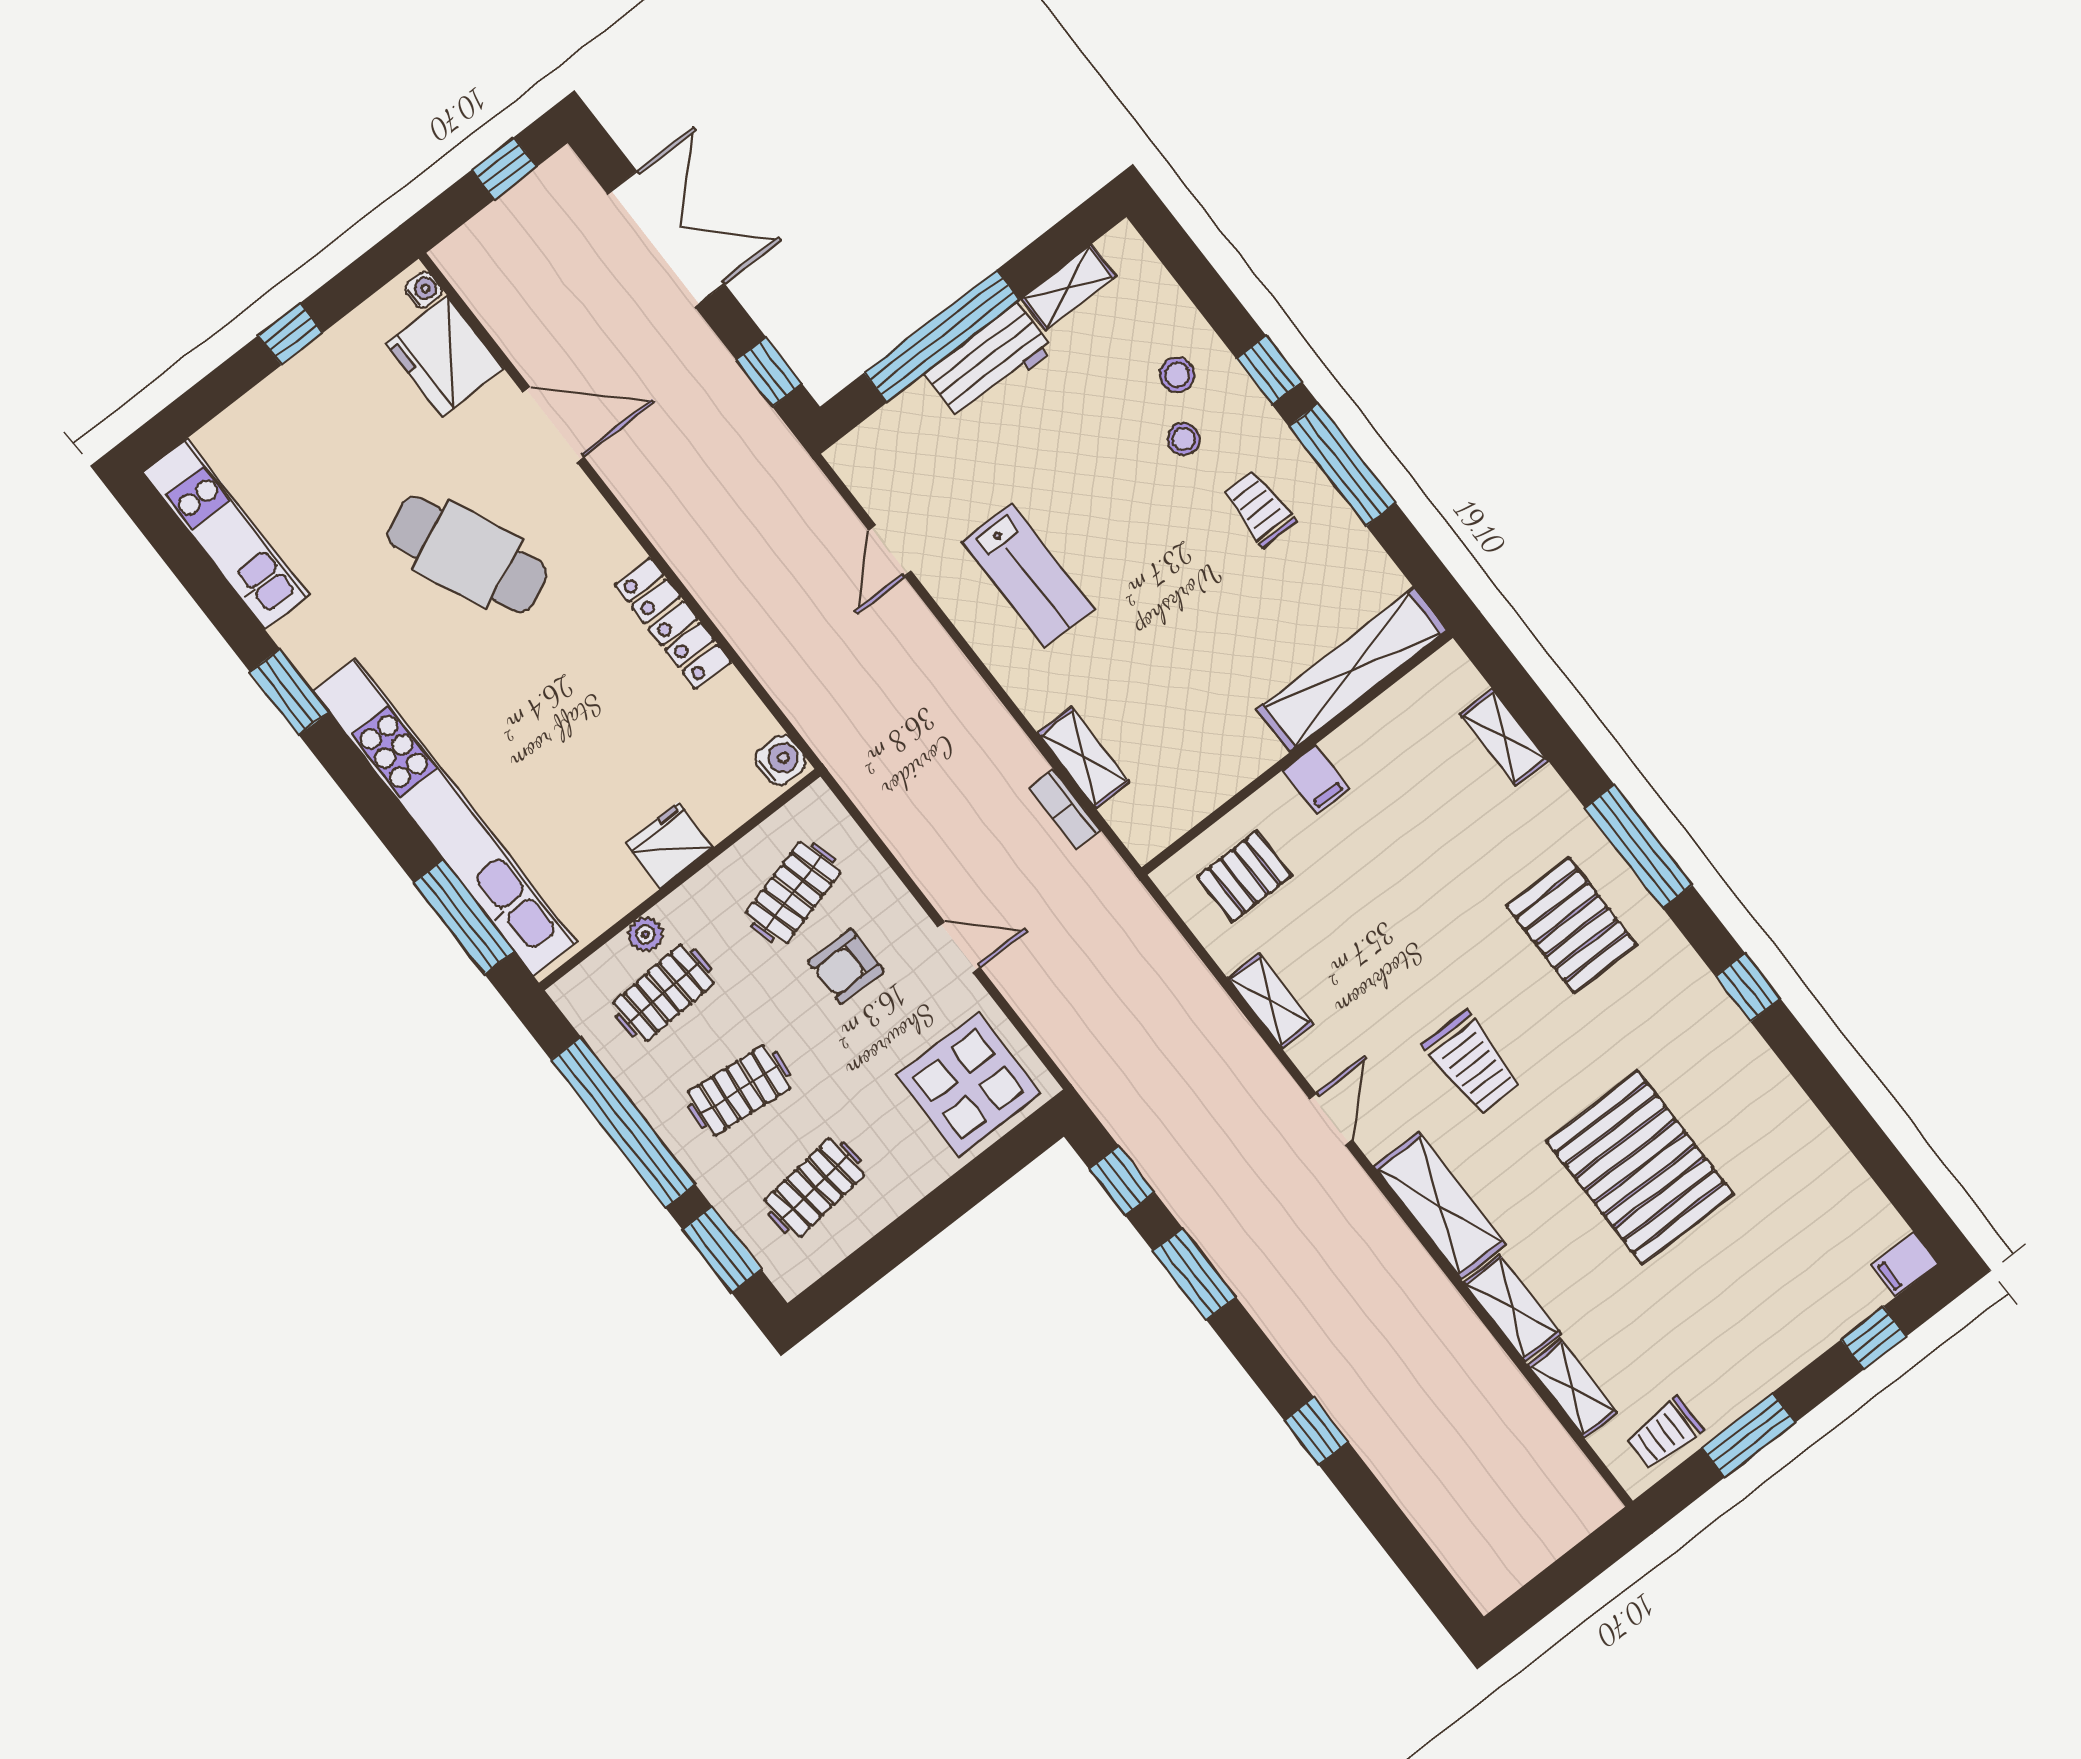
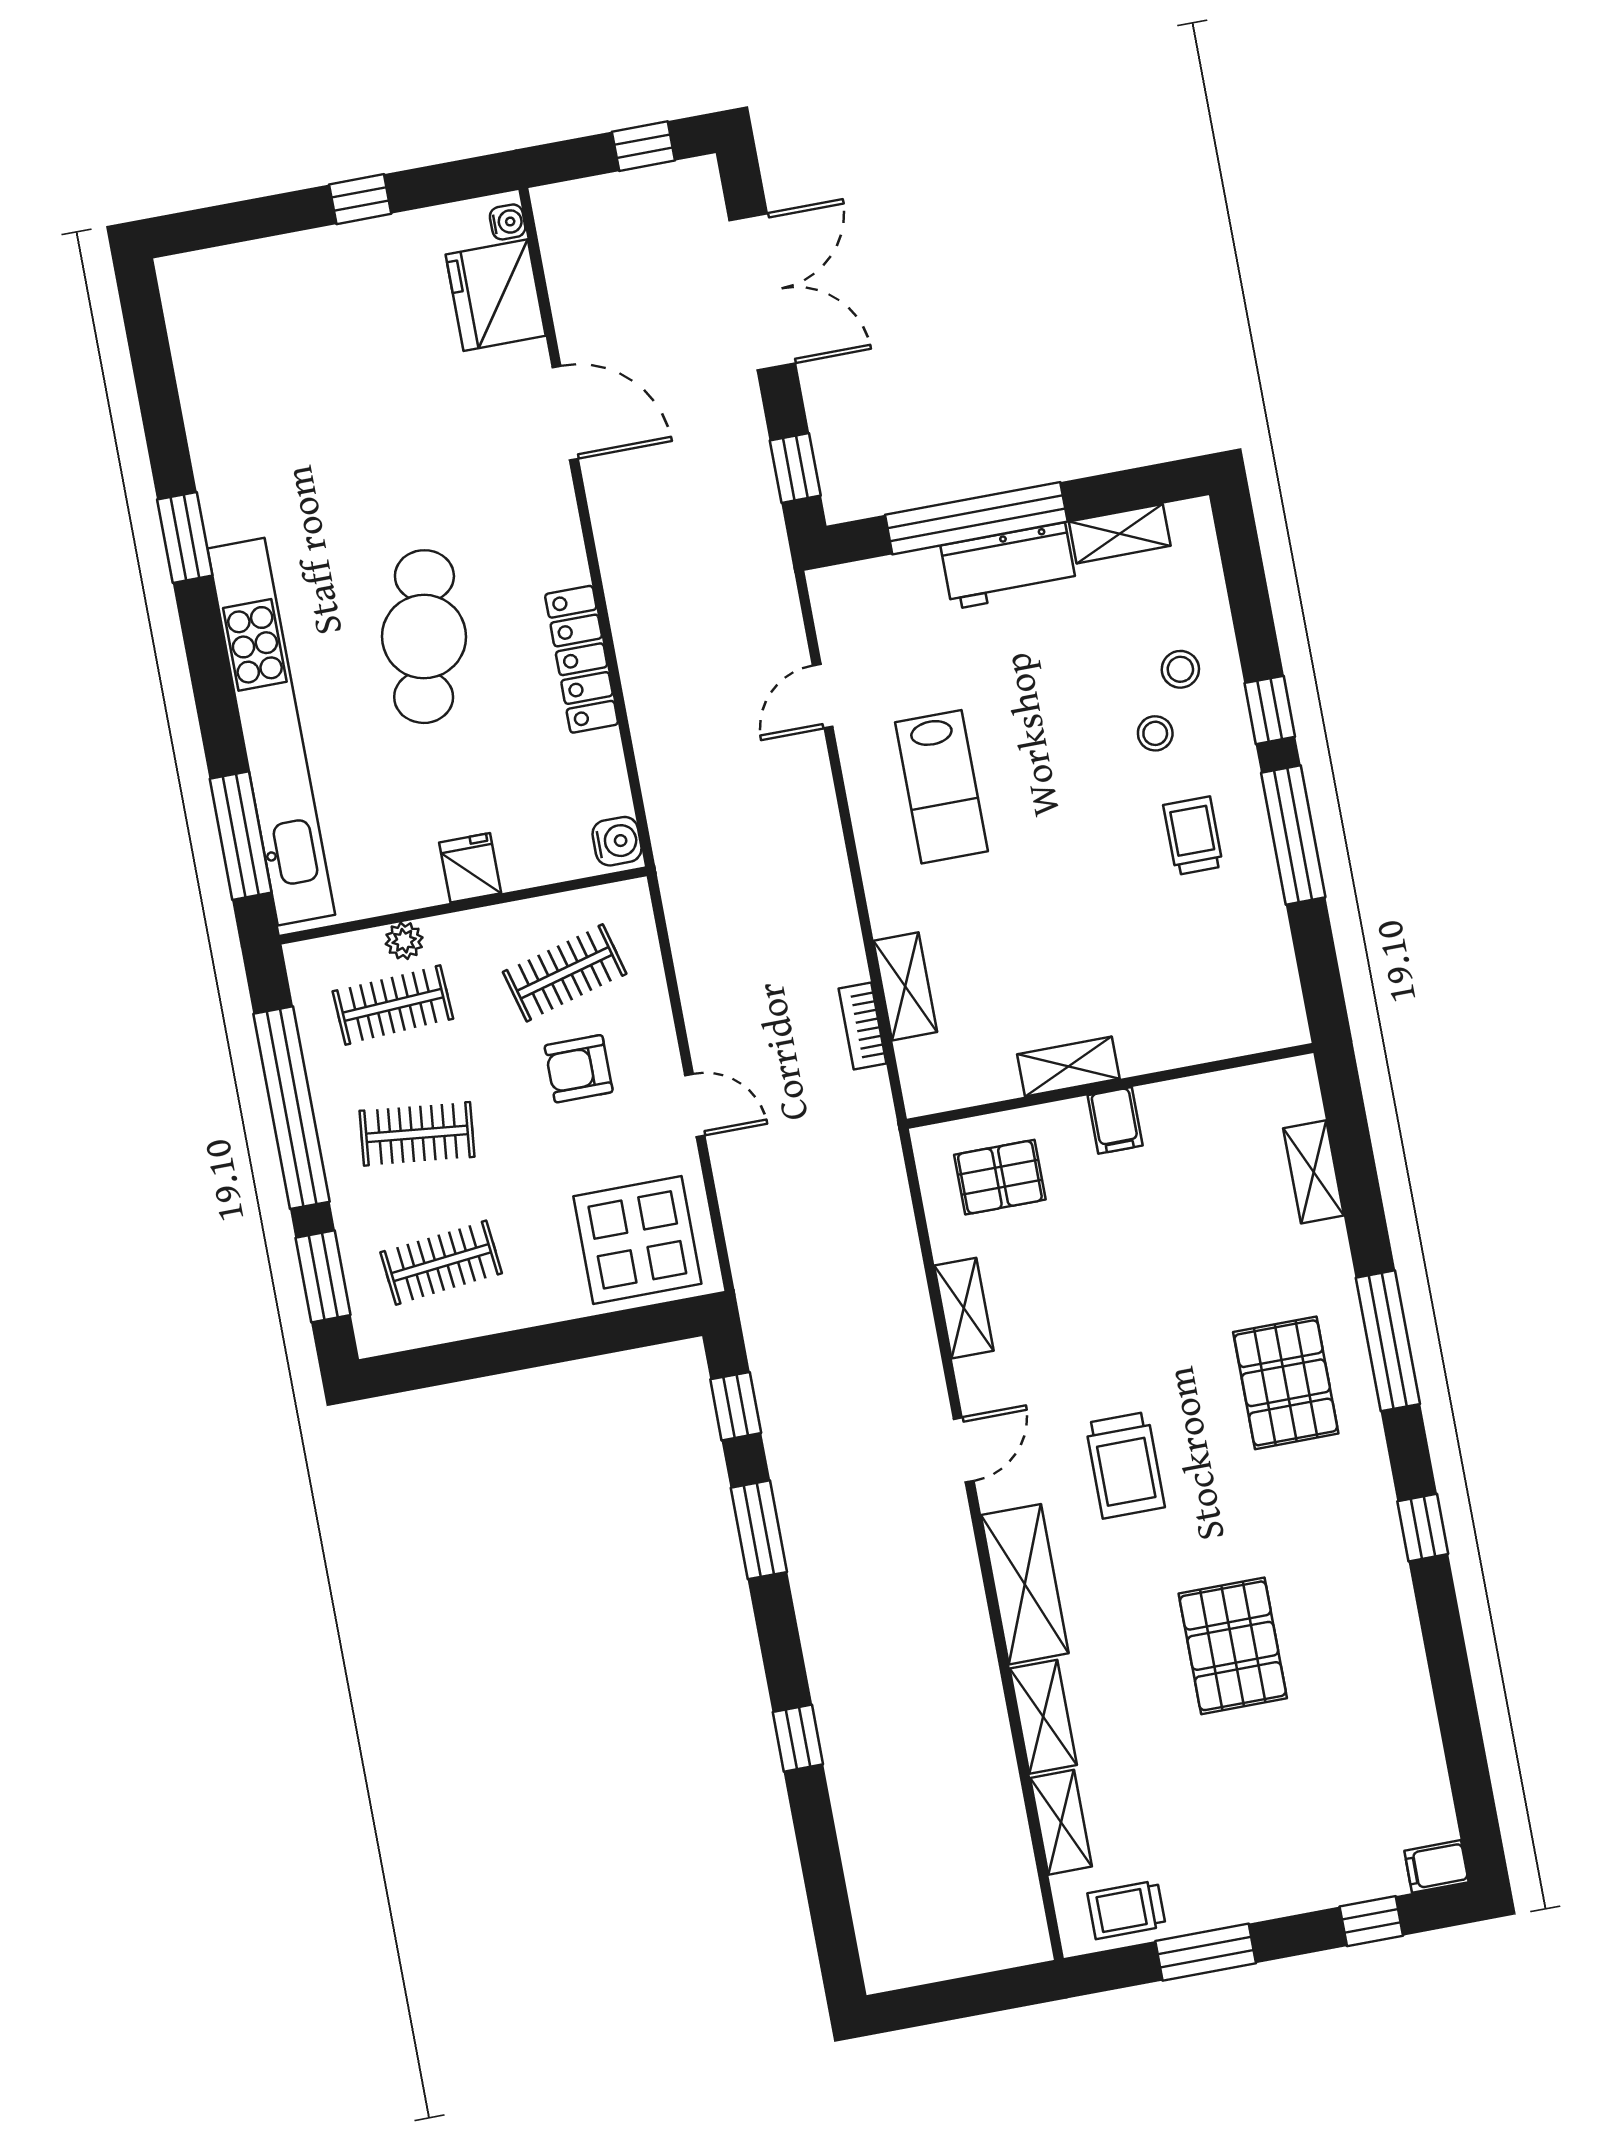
kitchen unit: (226, 534) -> (202, 357), removed
cafe table: (467, 554) -> (424, 637), moved, turned 35
shelving: (1352, 670) -> (1068, 1067), moved, width x0.45, depth x0.75
fridge: (669, 845) -> (470, 868), width x0.72
pallet: (1640, 1168) -> (1233, 1646), width x0.73, depth x0.71

